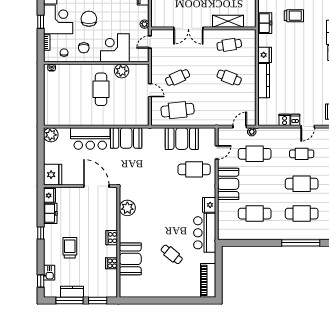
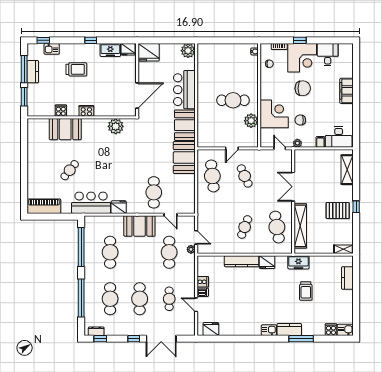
shelving: (228, 21) -> (300, 226), width x1.47
cafe table: (229, 45) -> (277, 227), width x1.37, depth x1.35
chair: (84, 48) -> (300, 120), moved
booth: (182, 139) -> (184, 158), moved
window: (249, 243) -> (81, 247), added

